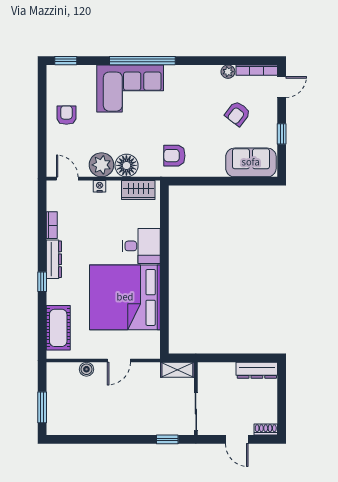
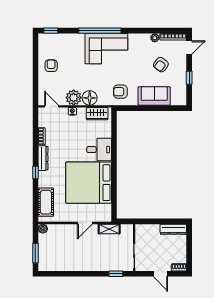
corner sofa: (130, 89) -> (106, 49), moved
sofa: (251, 162) -> (154, 96), moved
boiler: (86, 369) -> (43, 229), moved
shelving: (177, 370) -> (109, 229), moved

